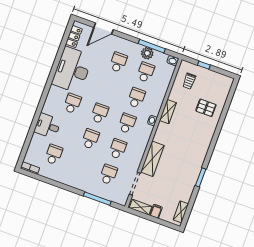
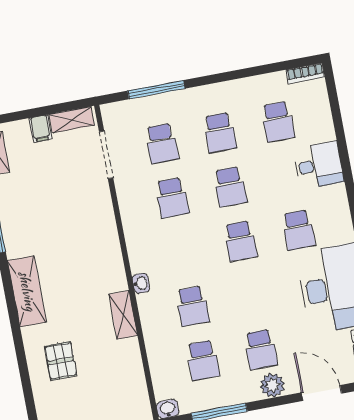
door: (103, 29) -> (322, 393), hinge flipped
plant: (147, 53) -> (272, 385), moved
trolley: (189, 81) -> (118, 390), removed
pallet: (206, 108) -> (61, 361), turned 90
school desk: (127, 123) -> (220, 133), moved
shelving: (152, 159) -> (27, 291), moved

